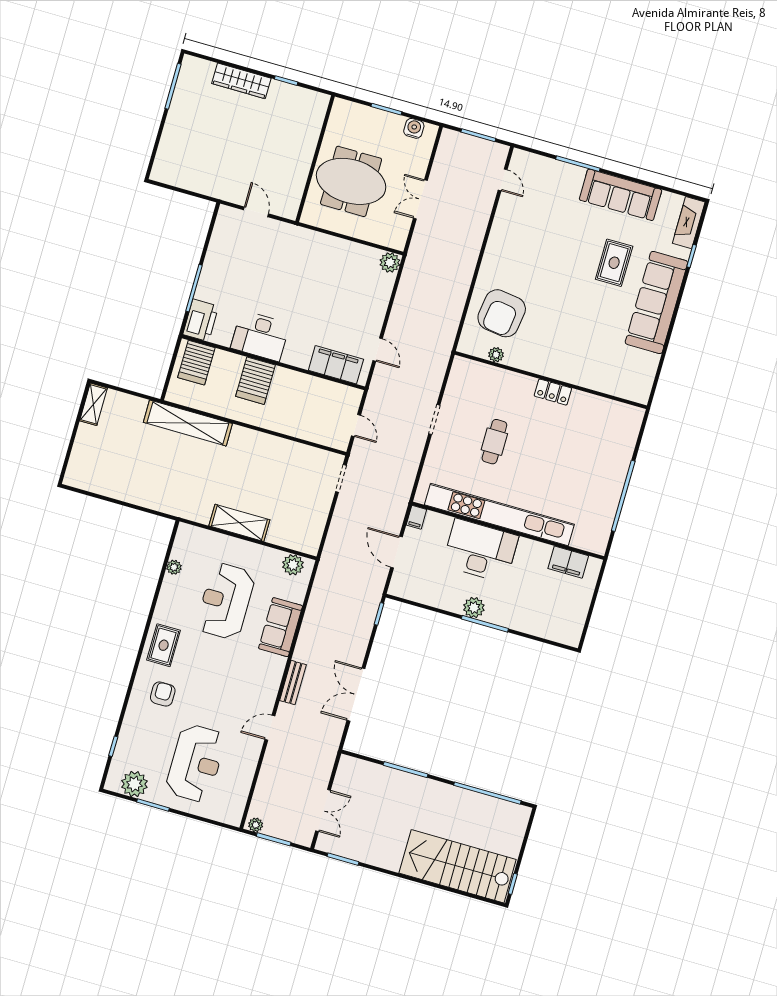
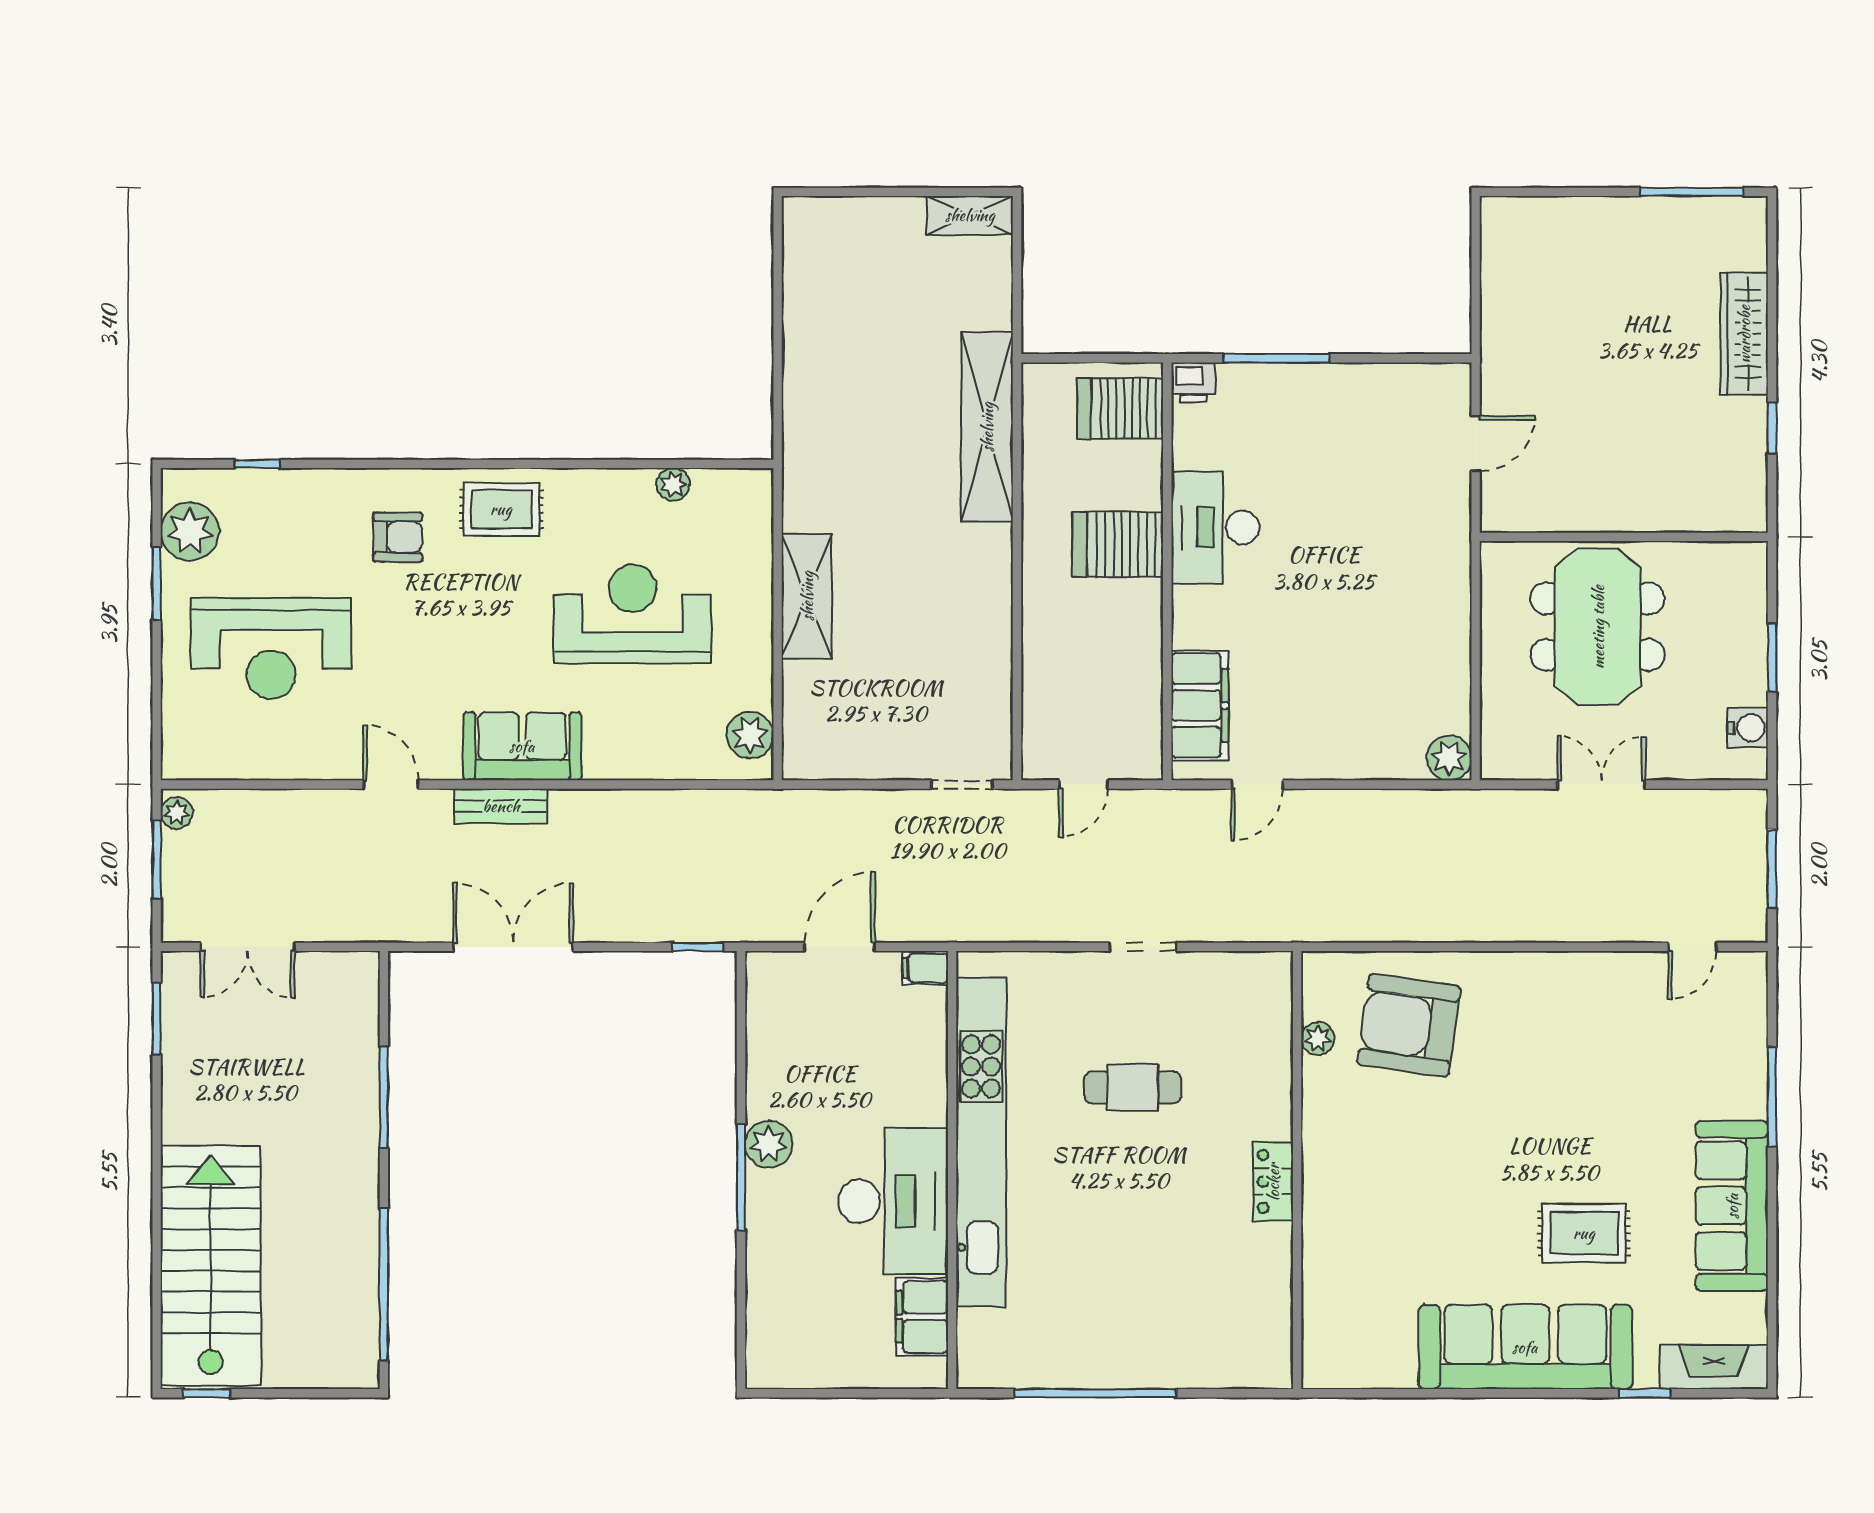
printer: (201, 320) -> (1193, 382), width x0.53, depth x0.68
desk: (480, 551) -> (893, 1201), moved
sofa: (281, 627) -> (522, 746), moved

